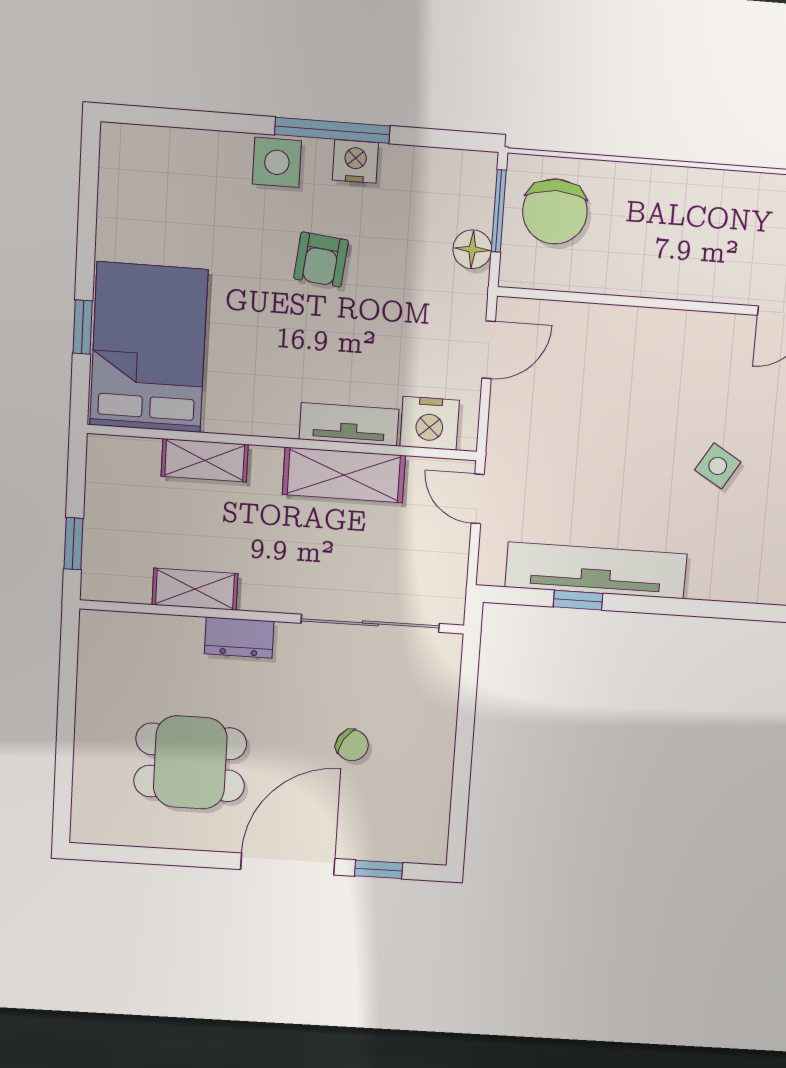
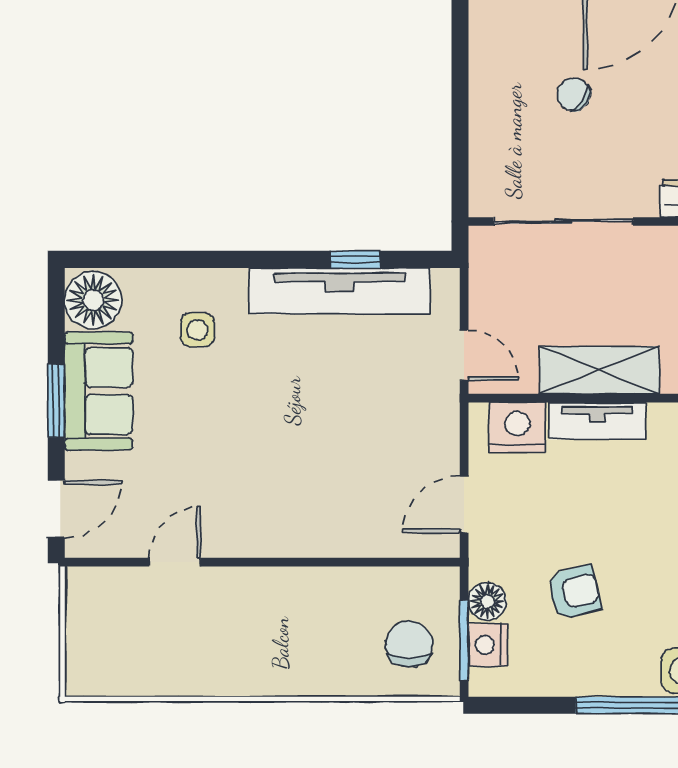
nightstand: (355, 161) -> (488, 645), moved, turned 90
chair: (555, 211) -> (409, 644), width x0.73, depth x0.73
armchair: (321, 260) -> (574, 592), moved, turned 70
side table: (718, 466) -> (197, 330), moved, turned -31

